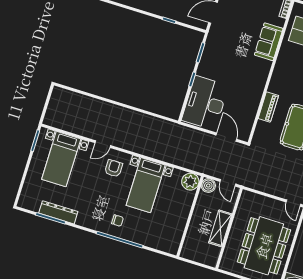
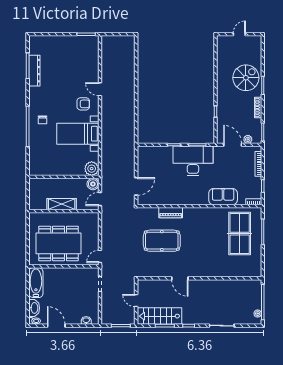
desk: (205, 103) -> (193, 161), moved
bed with nightstands: (61, 159) -> (78, 60), removed

